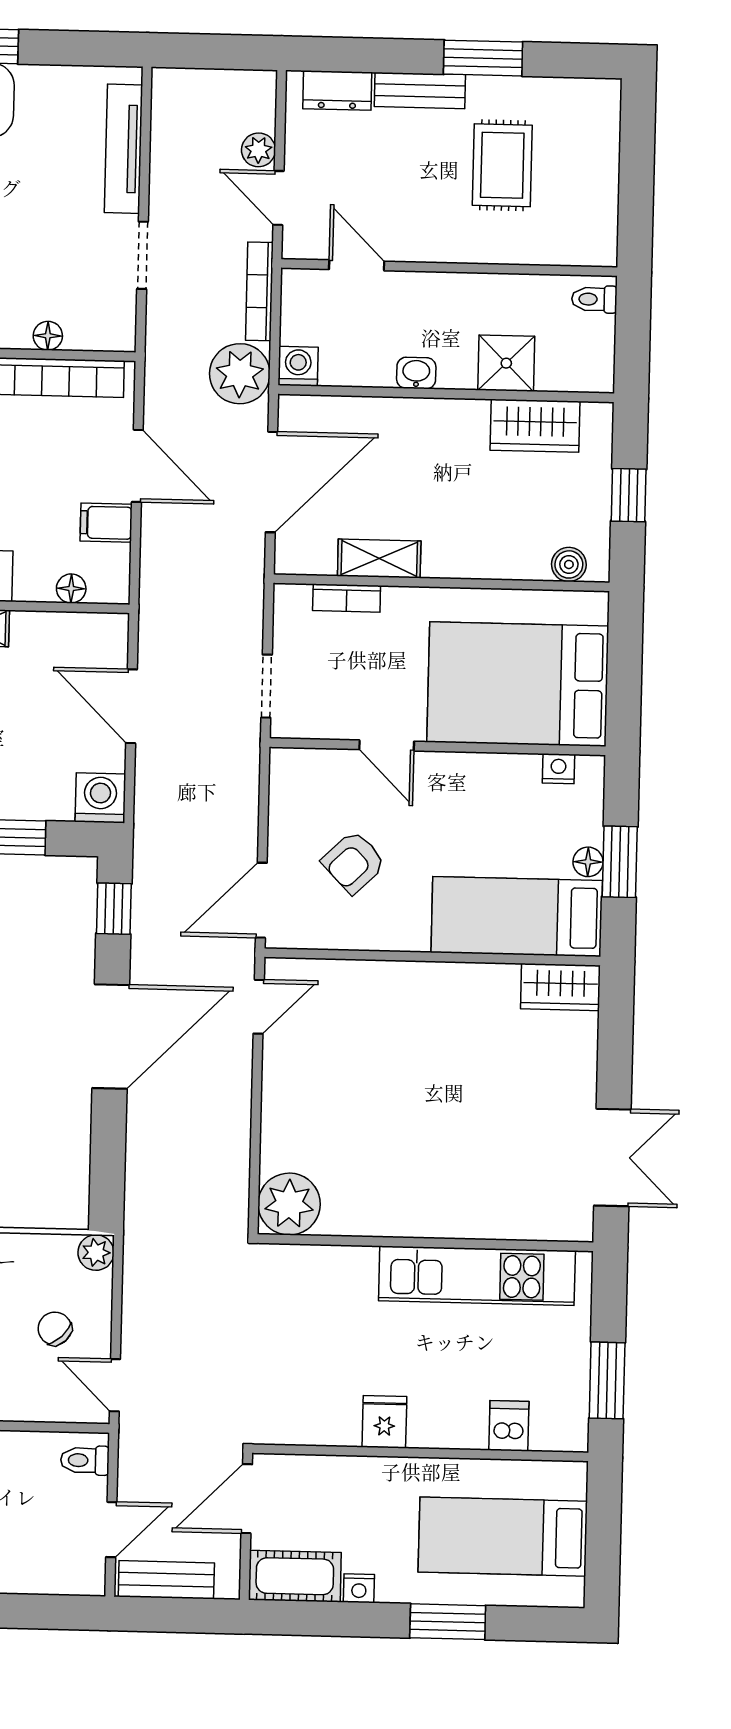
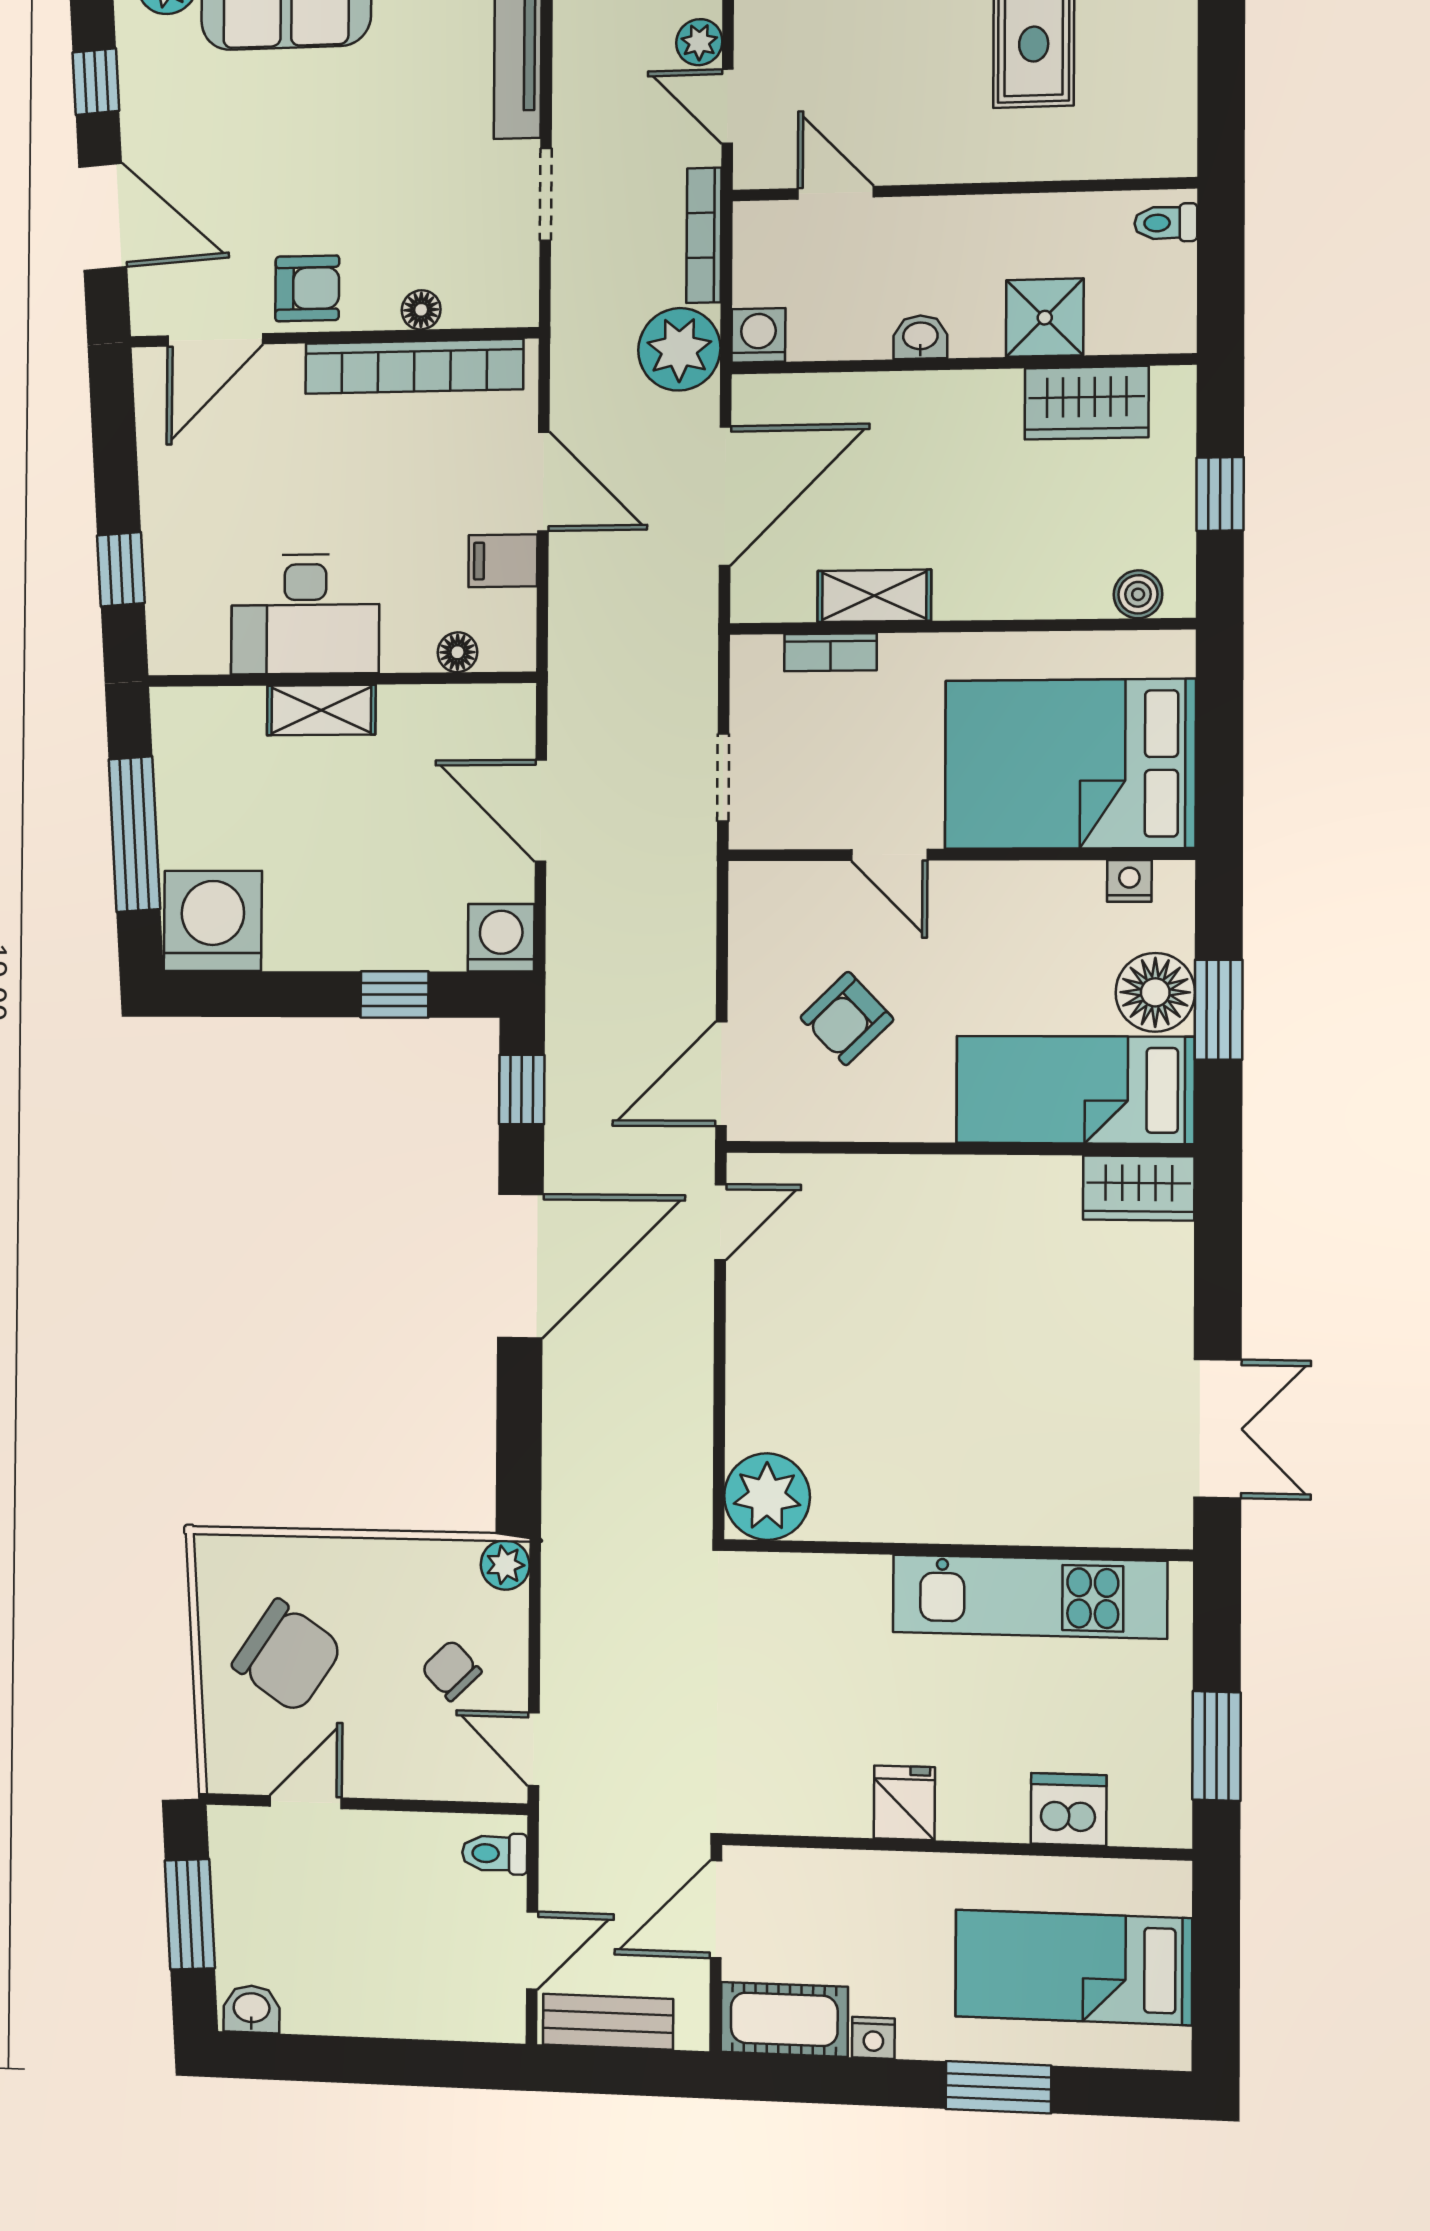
floor lamp: (588, 862) -> (1155, 992), width x1.89, depth x1.89
dishwasher: (509, 1426) -> (1069, 1809), width x1.38

